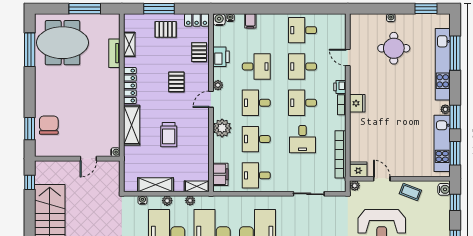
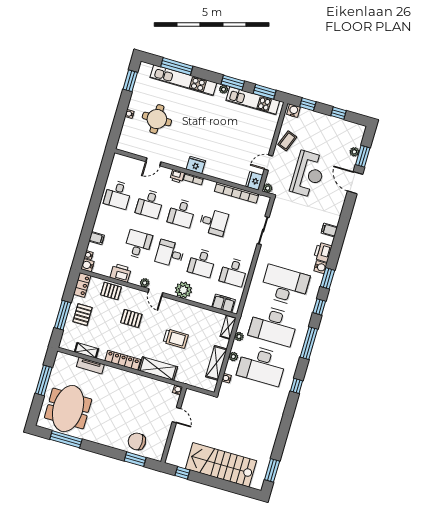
desk: (256, 103) -> (170, 254), turned 90

